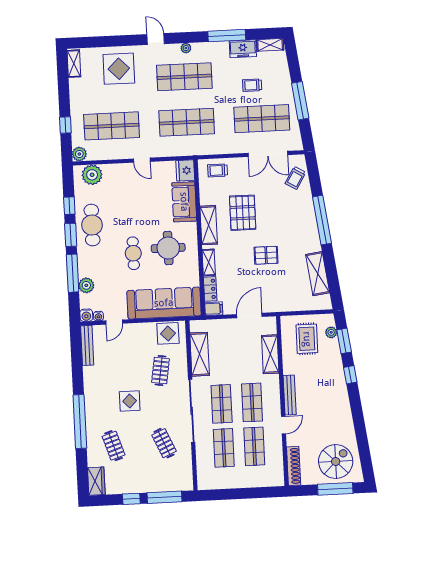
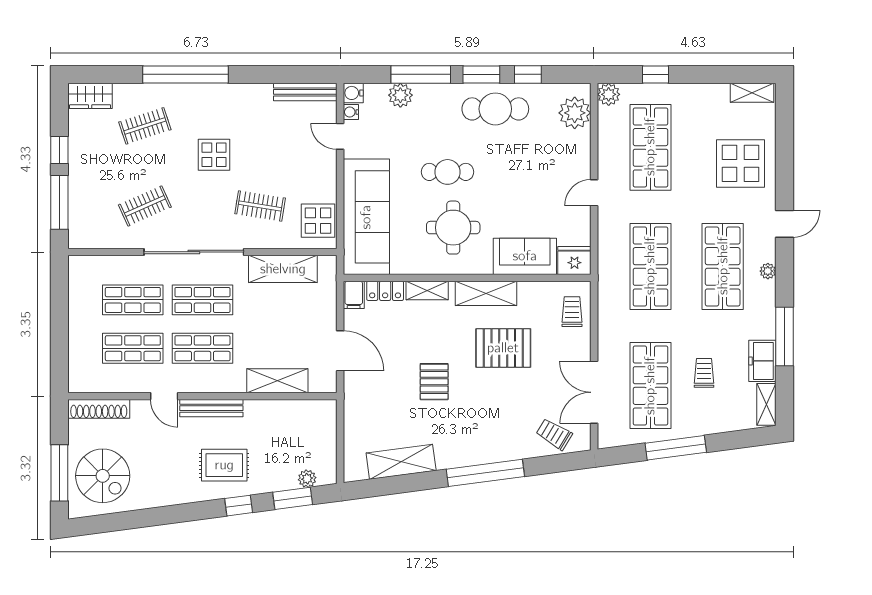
rug: (307, 339) -> (224, 465), moved

